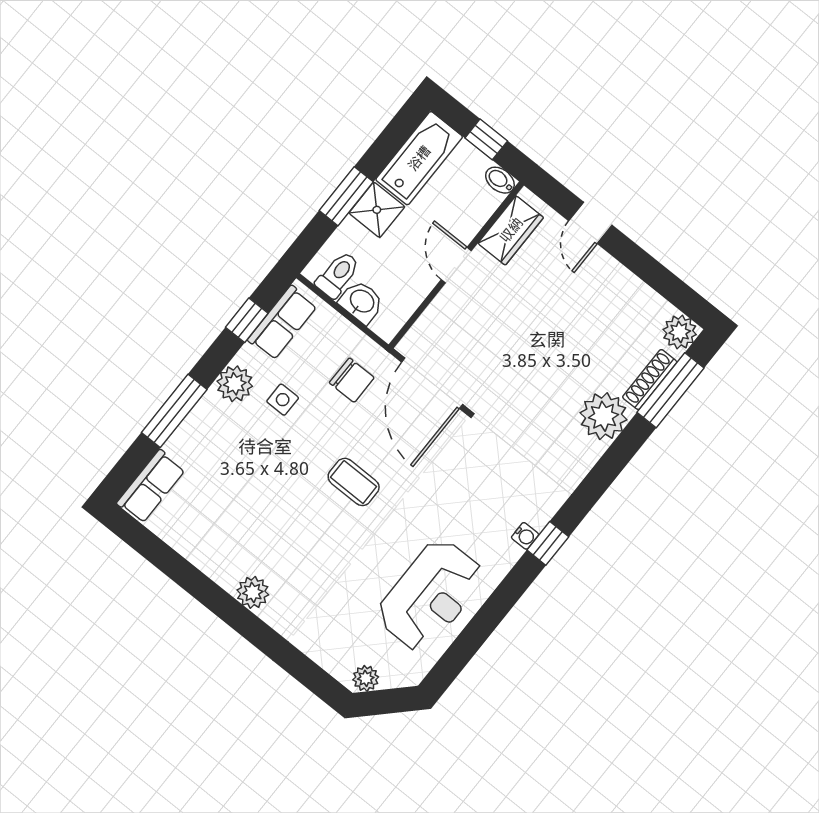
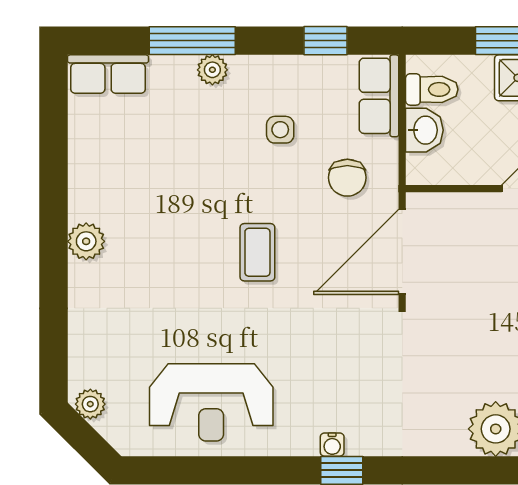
row of seats: (282, 323) -> (379, 96), moved, turned 90
plant: (235, 384) -> (212, 70), moved, width x0.73, depth x0.73

